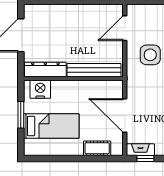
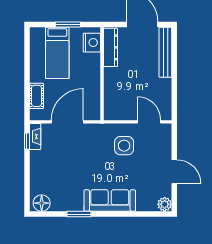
bench: (94, 70) -> (165, 52), moved

